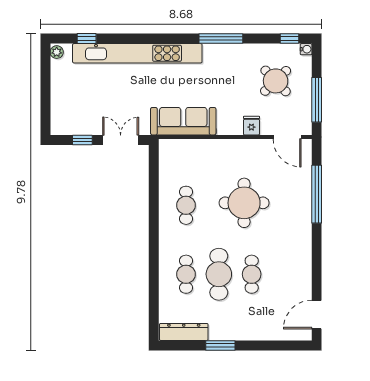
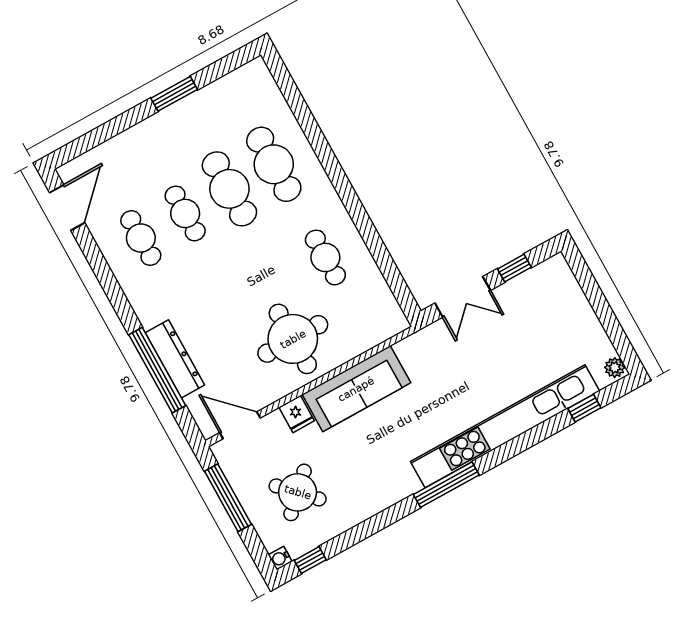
window: (221, 39) -> (446, 485), moved
sofa: (183, 121) -> (356, 389), moved
round table: (244, 203) -> (293, 339), moved
cafe table: (186, 274) -> (274, 164), width x1.37, depth x1.35
cafe table: (284, 274) -> (141, 238), added
dresser: (184, 332) -> (175, 359), moved, turned -90

